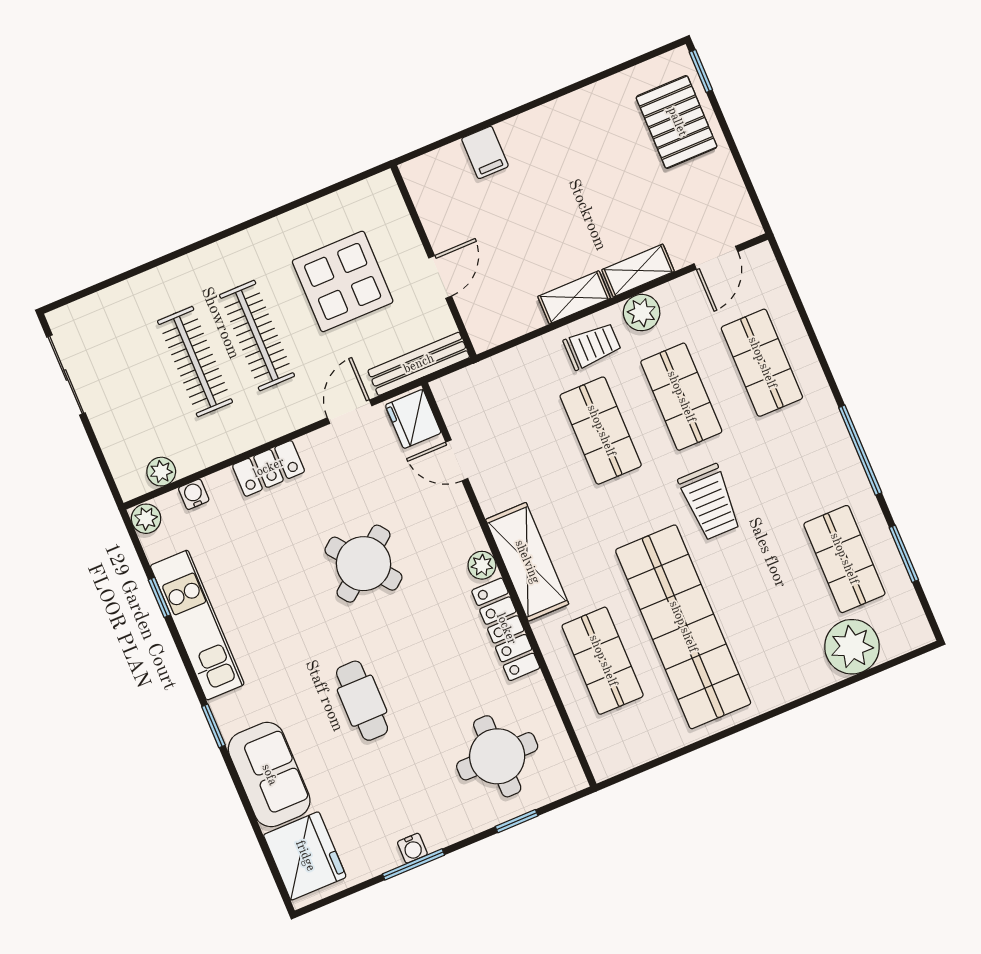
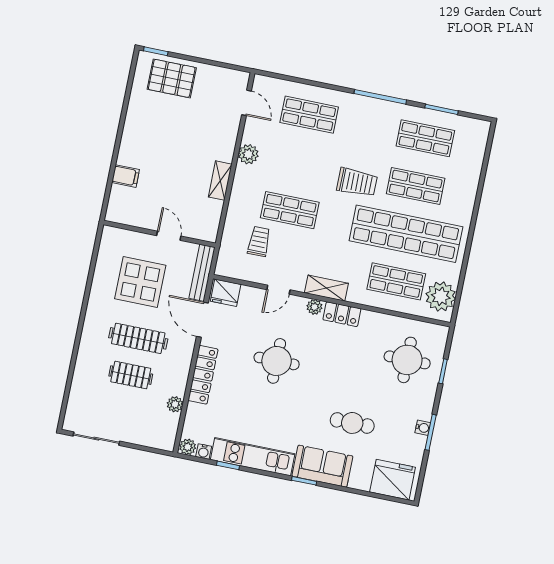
shelving: (638, 270) -> (228, 143), removed
trolley: (592, 346) -> (259, 241), moved
clothes rail: (195, 362) -> (131, 375), width x0.73
shop shelf: (681, 397) -> (416, 186), moved
door: (350, 412) -> (202, 320), width x1.38
door: (457, 460) -> (278, 290), moved
locker: (269, 468) -> (203, 375), width x1.53
plant: (161, 472) -> (175, 404), moved
water cooler: (194, 494) -> (204, 452), moved, turned -90
shelving: (527, 562) -> (326, 288), width x0.67, depth x0.75
round table: (363, 564) -> (277, 361), turned 38
locker: (506, 629) -> (342, 314), width x0.66
plant: (852, 647) -> (441, 296), moved
cafe table: (362, 701) -> (352, 423), moved
sofa: (269, 775) -> (322, 466), moved

